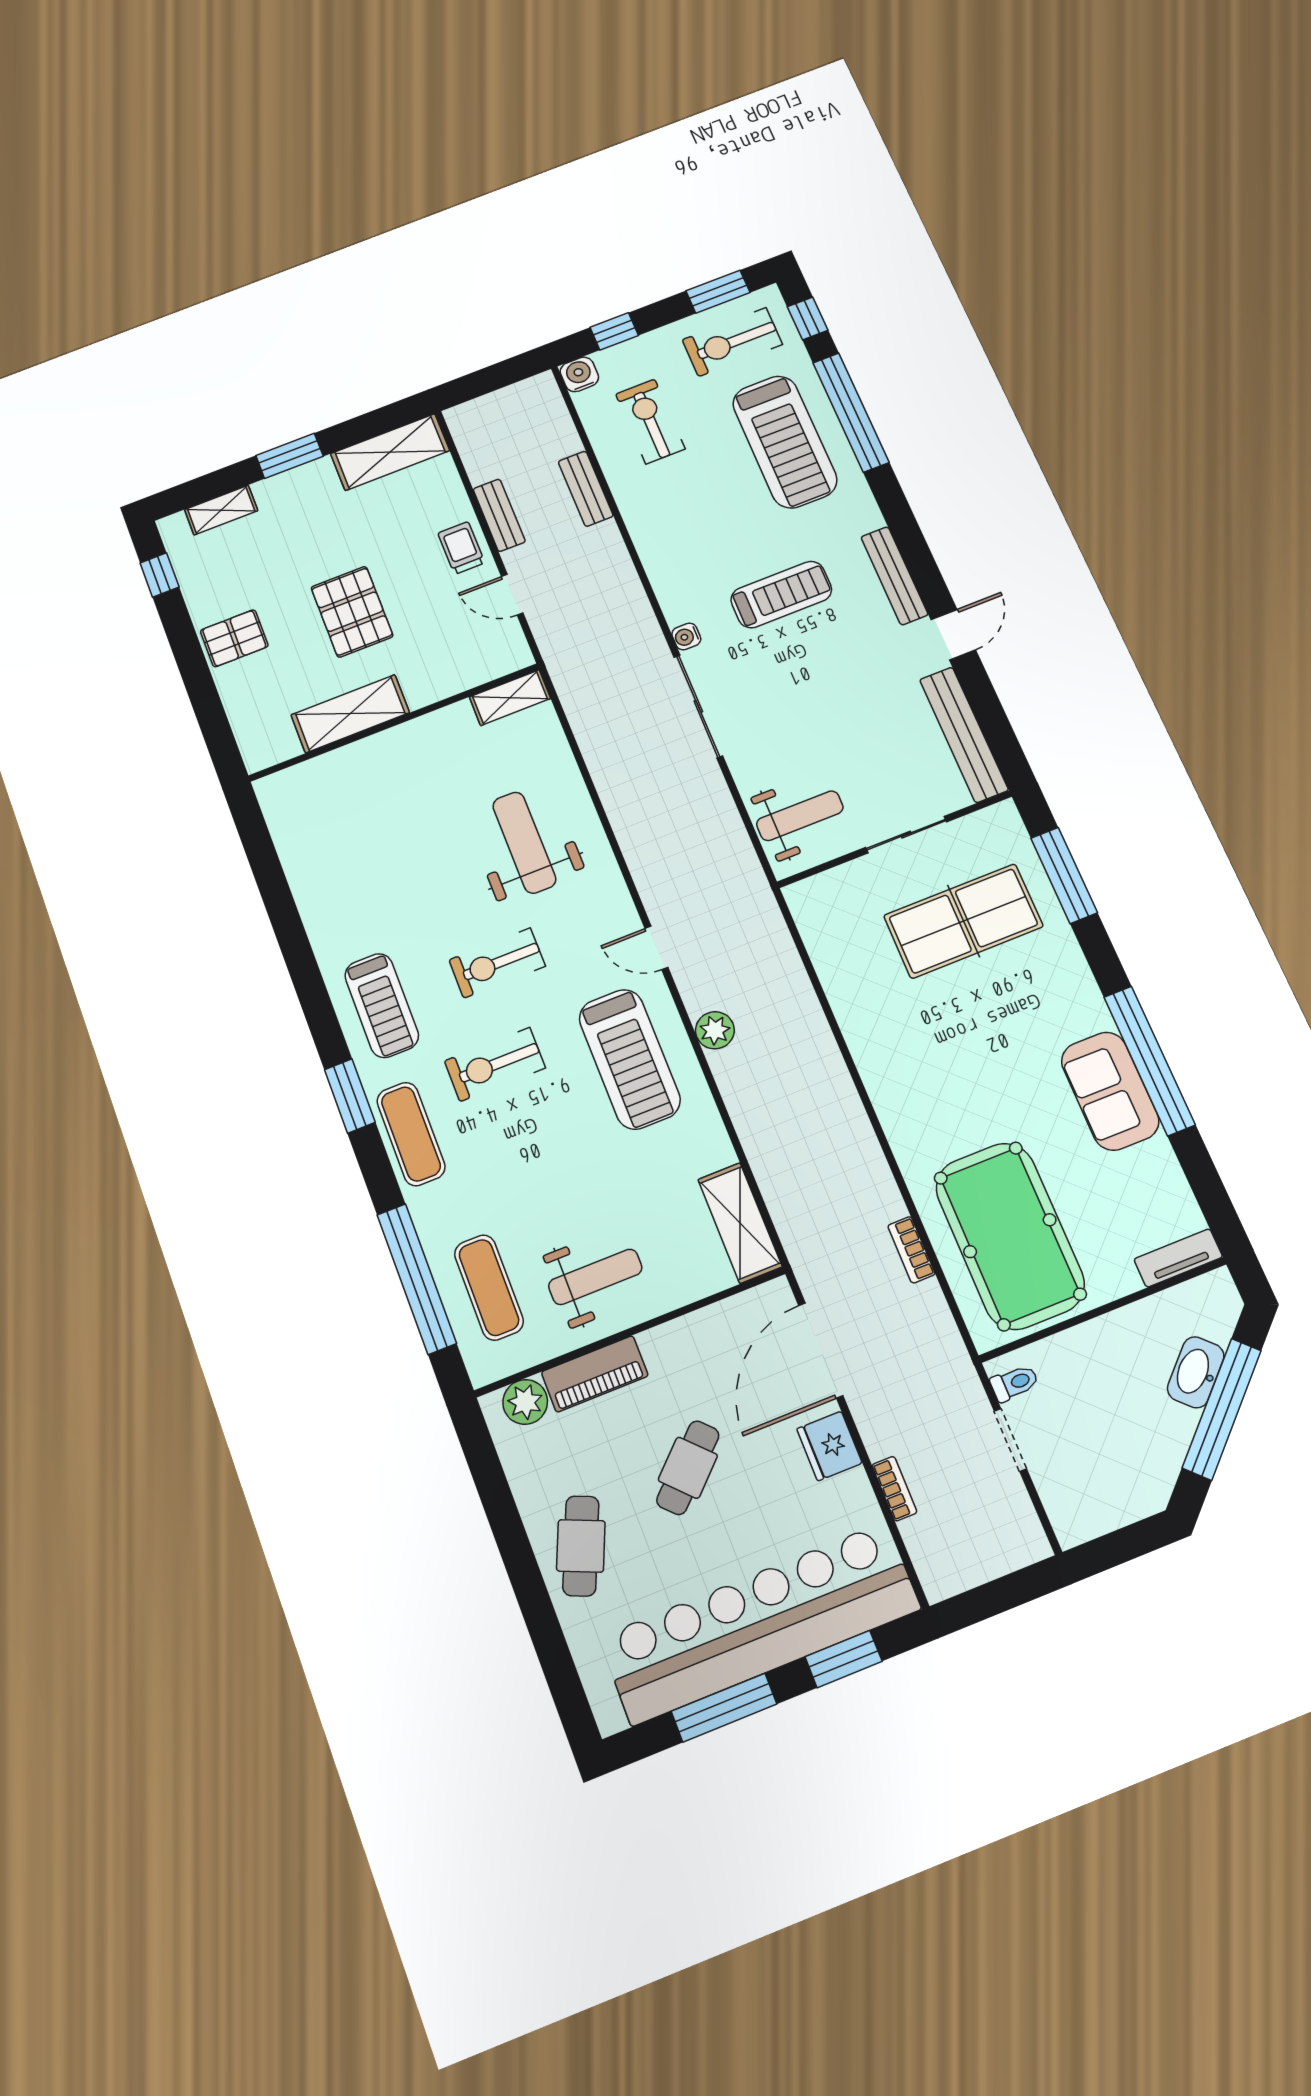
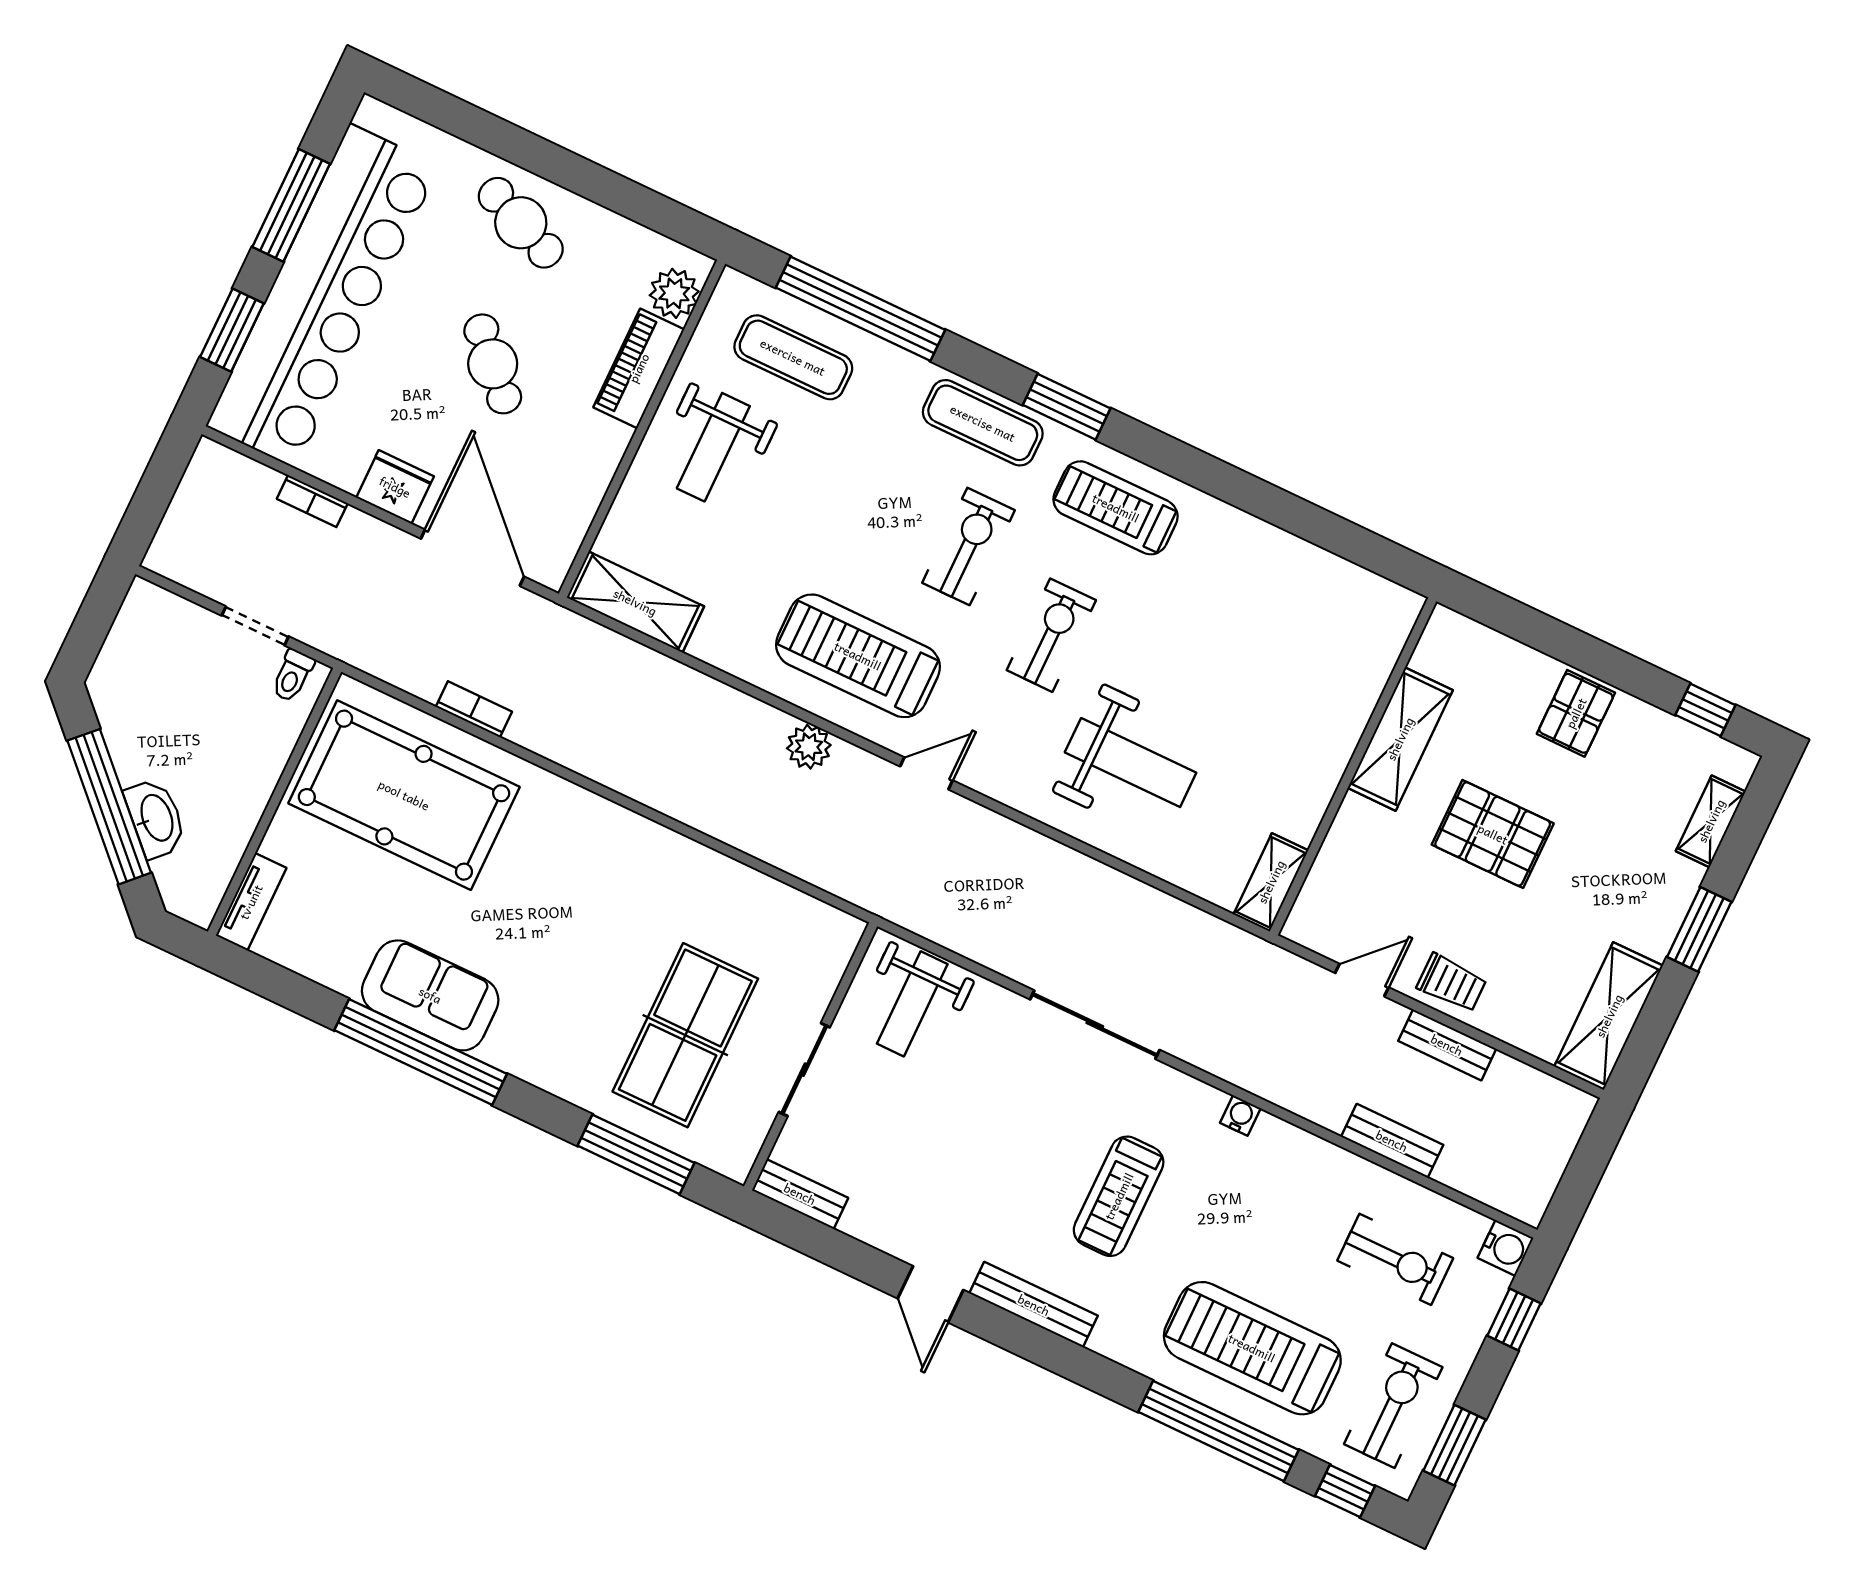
water cooler: (686, 637) -> (1240, 1115), moved
bench: (964, 735) -> (800, 1194), width x0.54, depth x0.82

